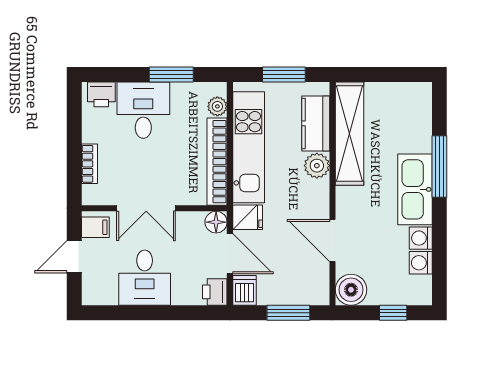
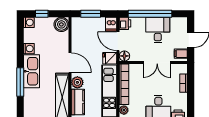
double door: (146, 208) -> (157, 62), swing flipped
door: (332, 241) -> (70, 63), moved
washing machine: (421, 263) -> (29, 22), moved
window: (161, 313) -> (150, 14), added

